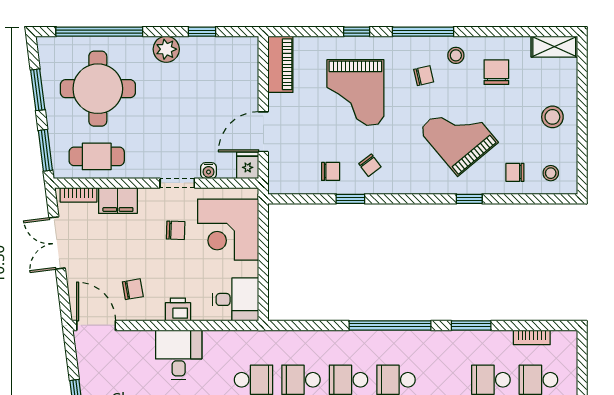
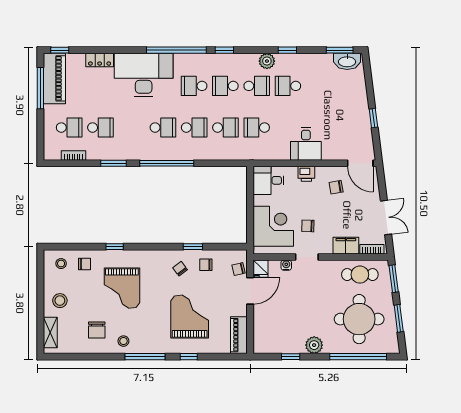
shelving: (554, 47) -> (50, 332), moved, turned 90
chair: (424, 76) -> (238, 269), moved
grand piano: (458, 136) -> (122, 288), turned 40

